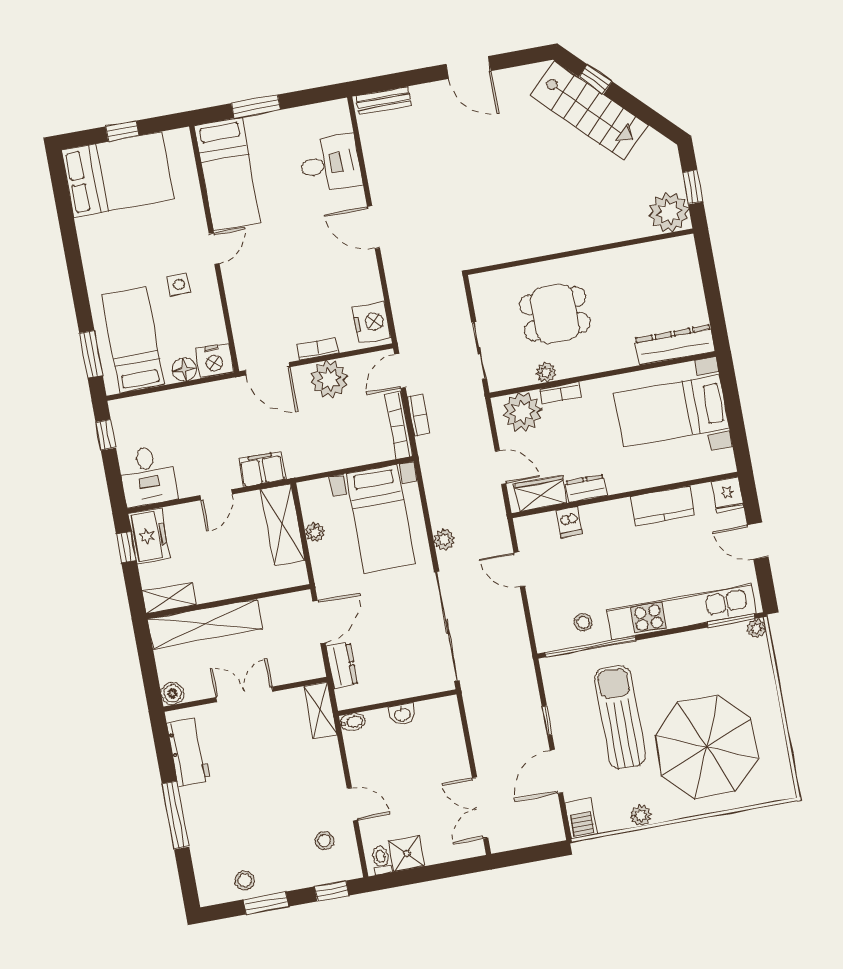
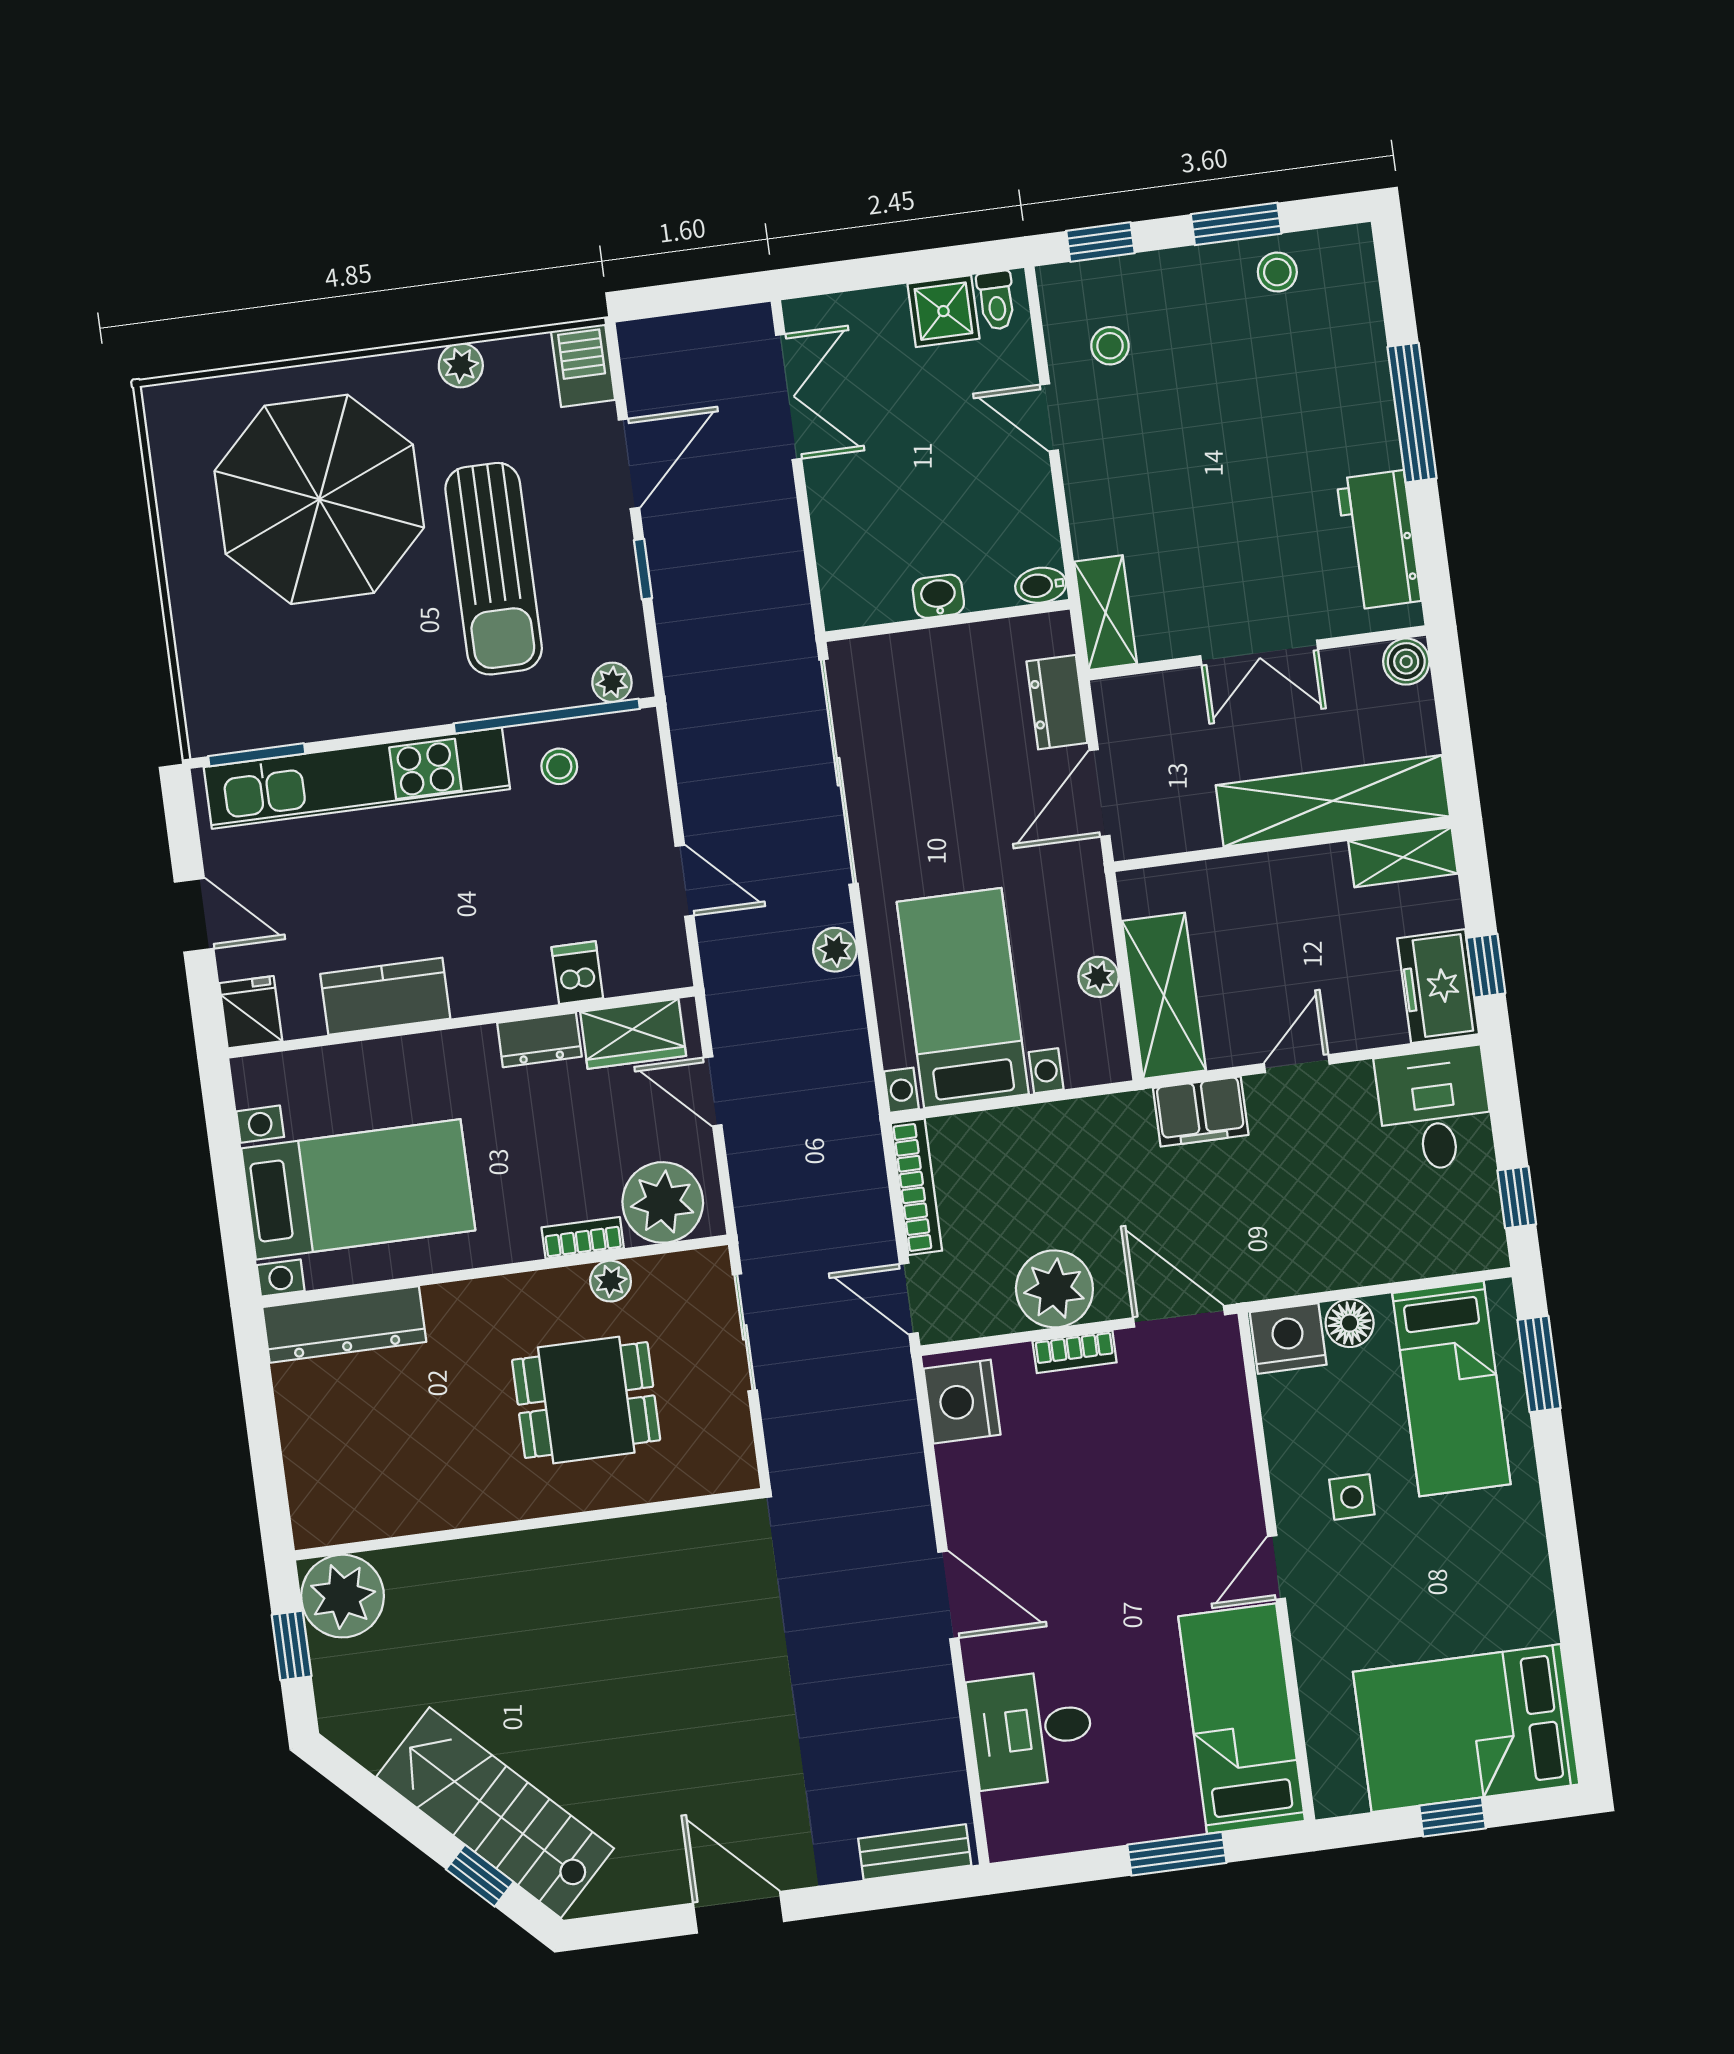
door: (400, 371) -> (909, 1298), swing flipped
bookcase: (419, 415) -> (875, 1206), removed
plant: (756, 628) -> (612, 682), moved

